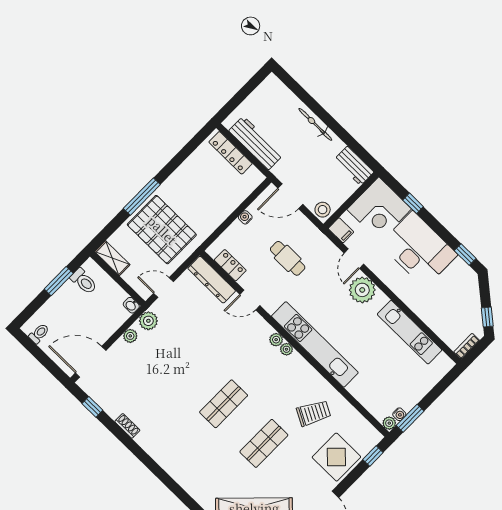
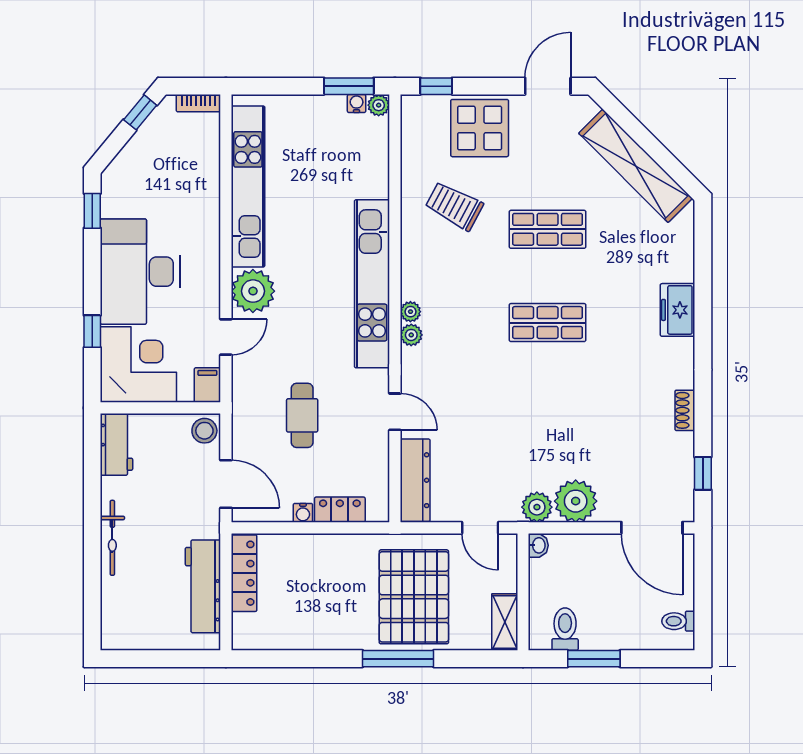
locker: (231, 153) -> (244, 573), moved
locker: (230, 265) -> (340, 510), moved, turned 90
kitchen unit: (410, 332) -> (248, 186), width x1.36
plant: (130, 336) -> (576, 501), width x1.88, depth x1.88
freezer: (174, 465) -> (678, 310), added

